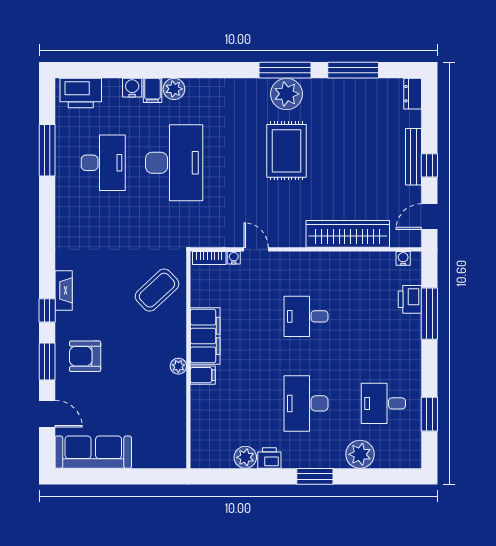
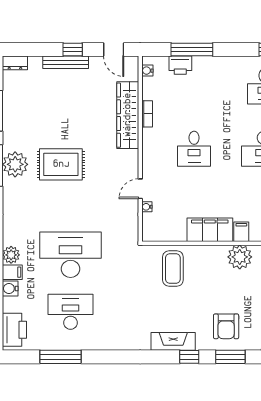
bookcase: (209, 258) -> (147, 114), moved
fireplace: (64, 290) -> (173, 341), width x1.37, depth x1.32
coffee table: (157, 290) -> (173, 269), turned 43
plant: (178, 366) -> (240, 257), width x1.88, depth x1.88

